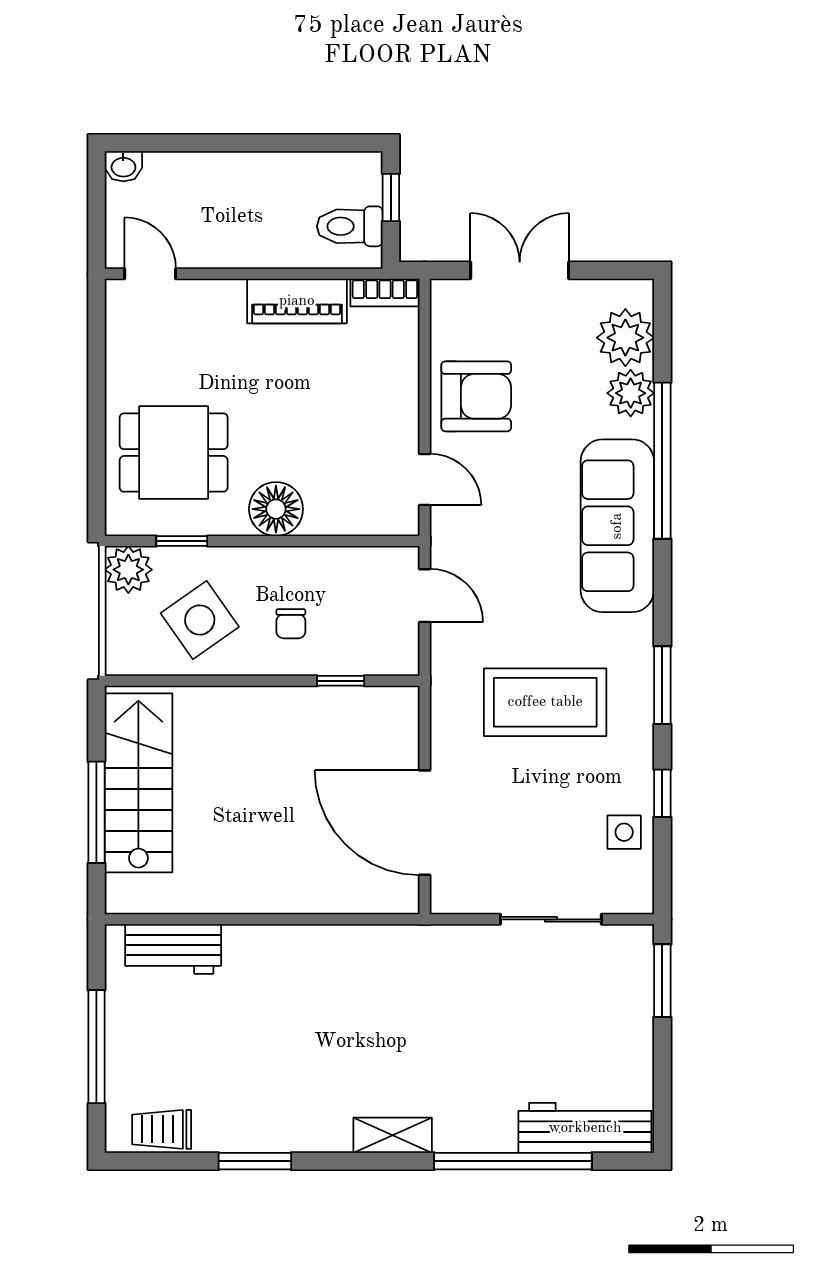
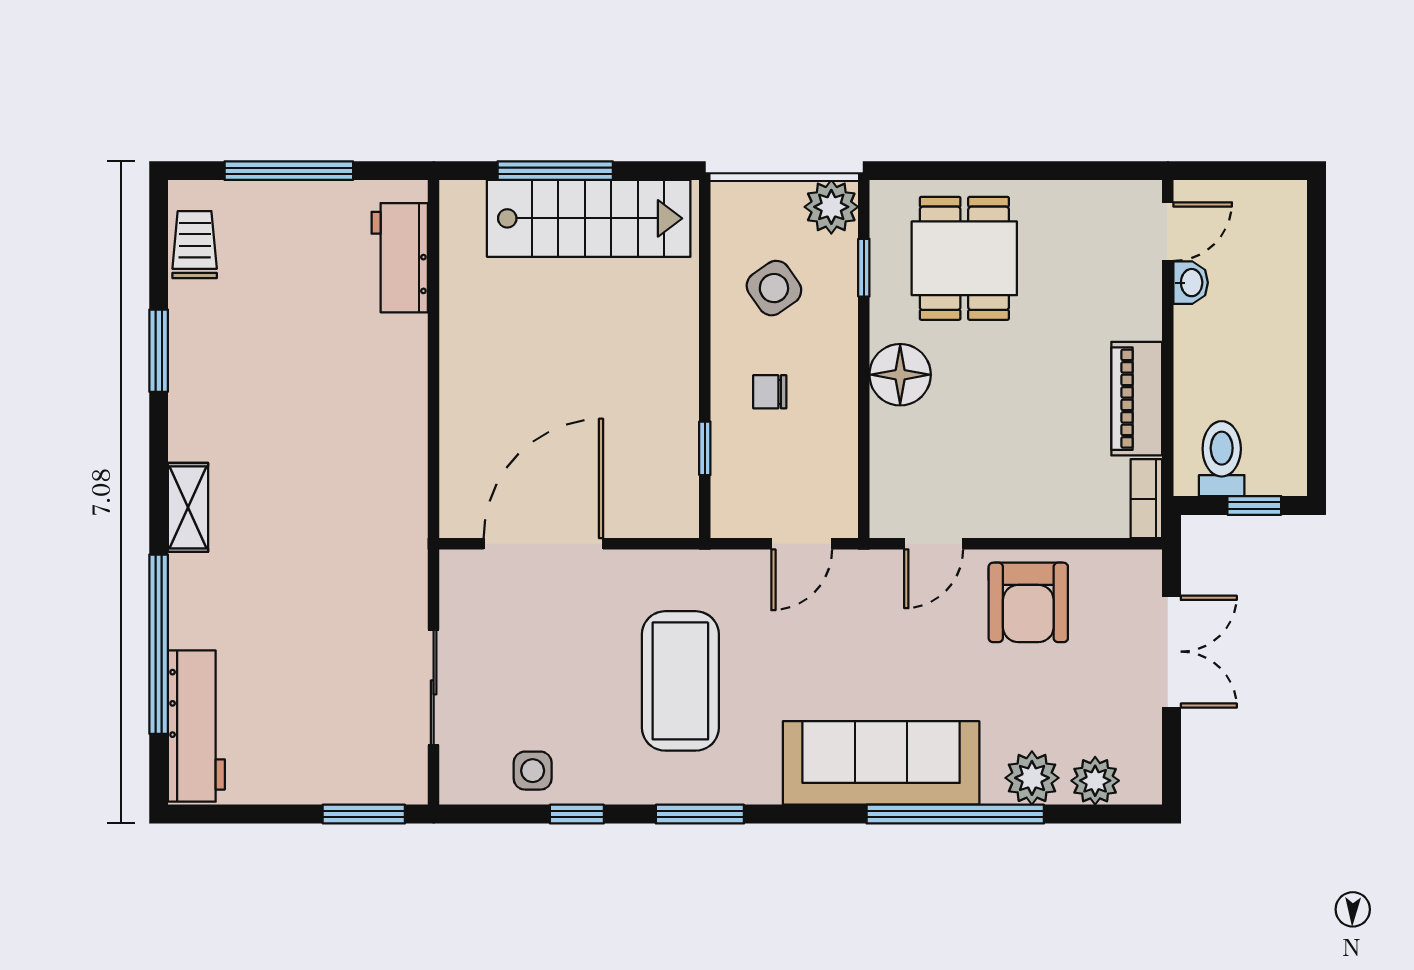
washbasin: (123, 166) -> (1191, 283), moved, turned 180
plant: (625, 338) -> (1095, 781), width x0.73, depth x0.73
side table: (200, 620) -> (774, 288), width x0.73, depth x0.73

